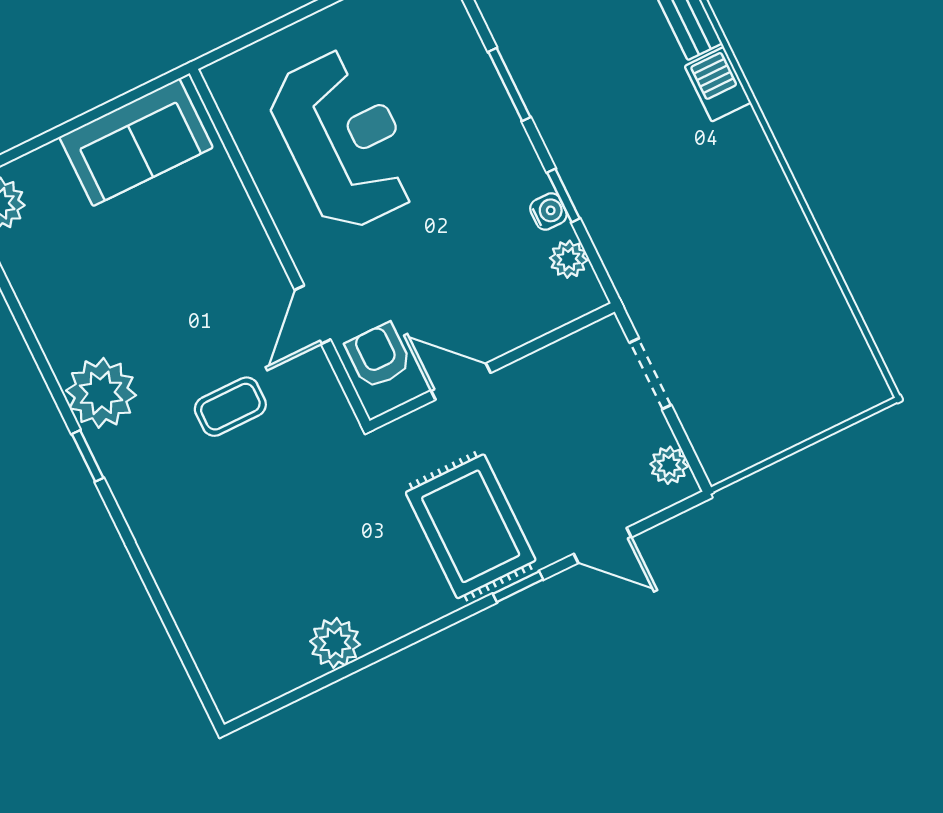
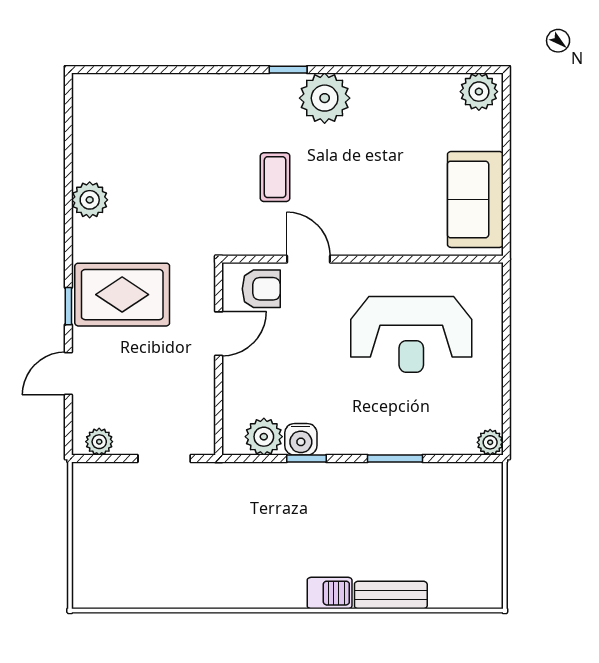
water cooler: (548, 212) -> (301, 439), width x1.38, depth x1.38
plant: (569, 259) -> (264, 437), width x1.38, depth x1.38
plant: (335, 643) -> (90, 200), moved

